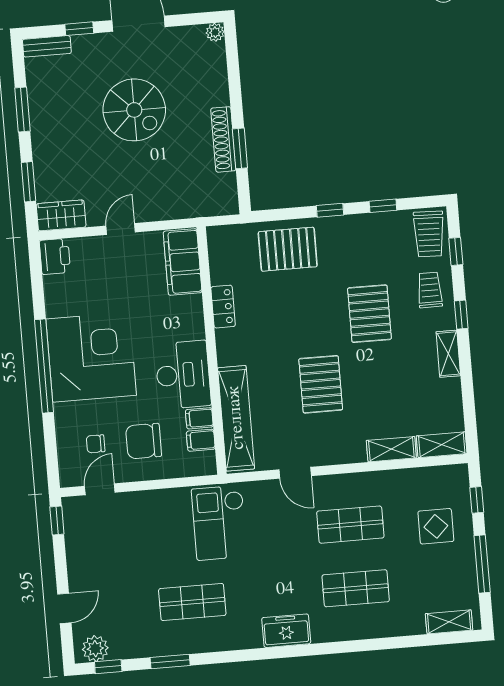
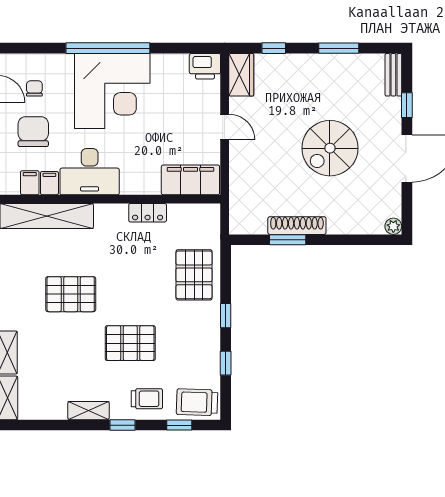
window: (28, 182) -> (274, 48), width x0.67

